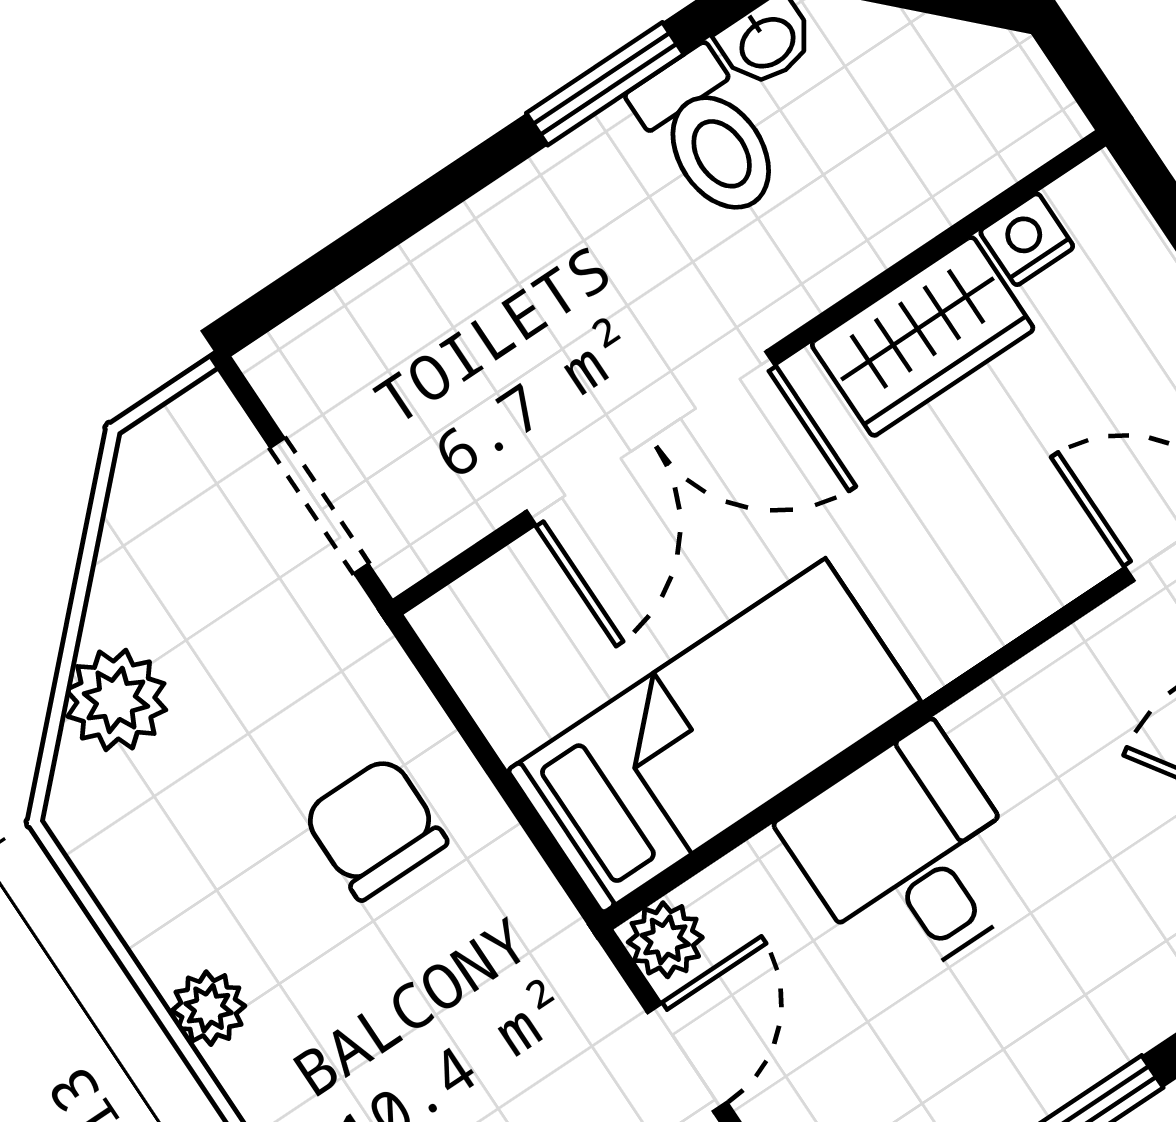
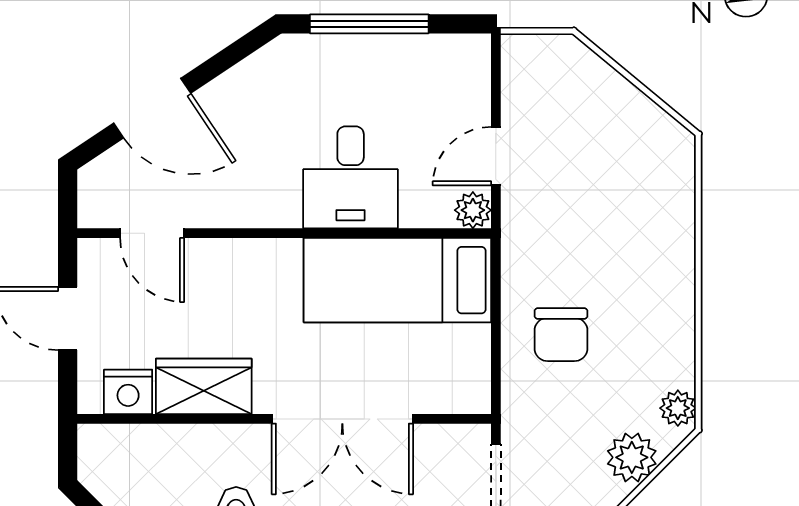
nightstand: (1027, 239) -> (128, 392), width x1.39, depth x1.35
double door: (651, 438) -> (342, 419), swing flipped
plant: (209, 1008) -> (678, 408), moved

